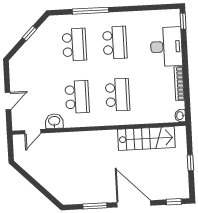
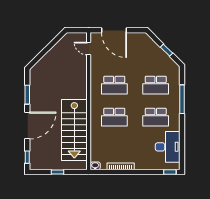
desk: (166, 47) -> (168, 147), moved, turned -90
door: (8, 101) -> (114, 30), width x1.88
washbasin: (54, 121) -> (96, 66), removed
stairs: (146, 138) -> (74, 130), width x1.36, depth x1.51

